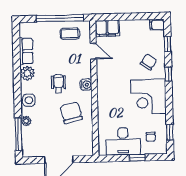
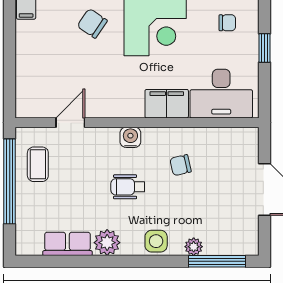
filing cabinet: (107, 28) -> (167, 104), moved, turned -90
chair: (71, 113) -> (181, 165), width x0.54, depth x0.54
desk: (123, 141) -> (221, 94), moved, turned 90

